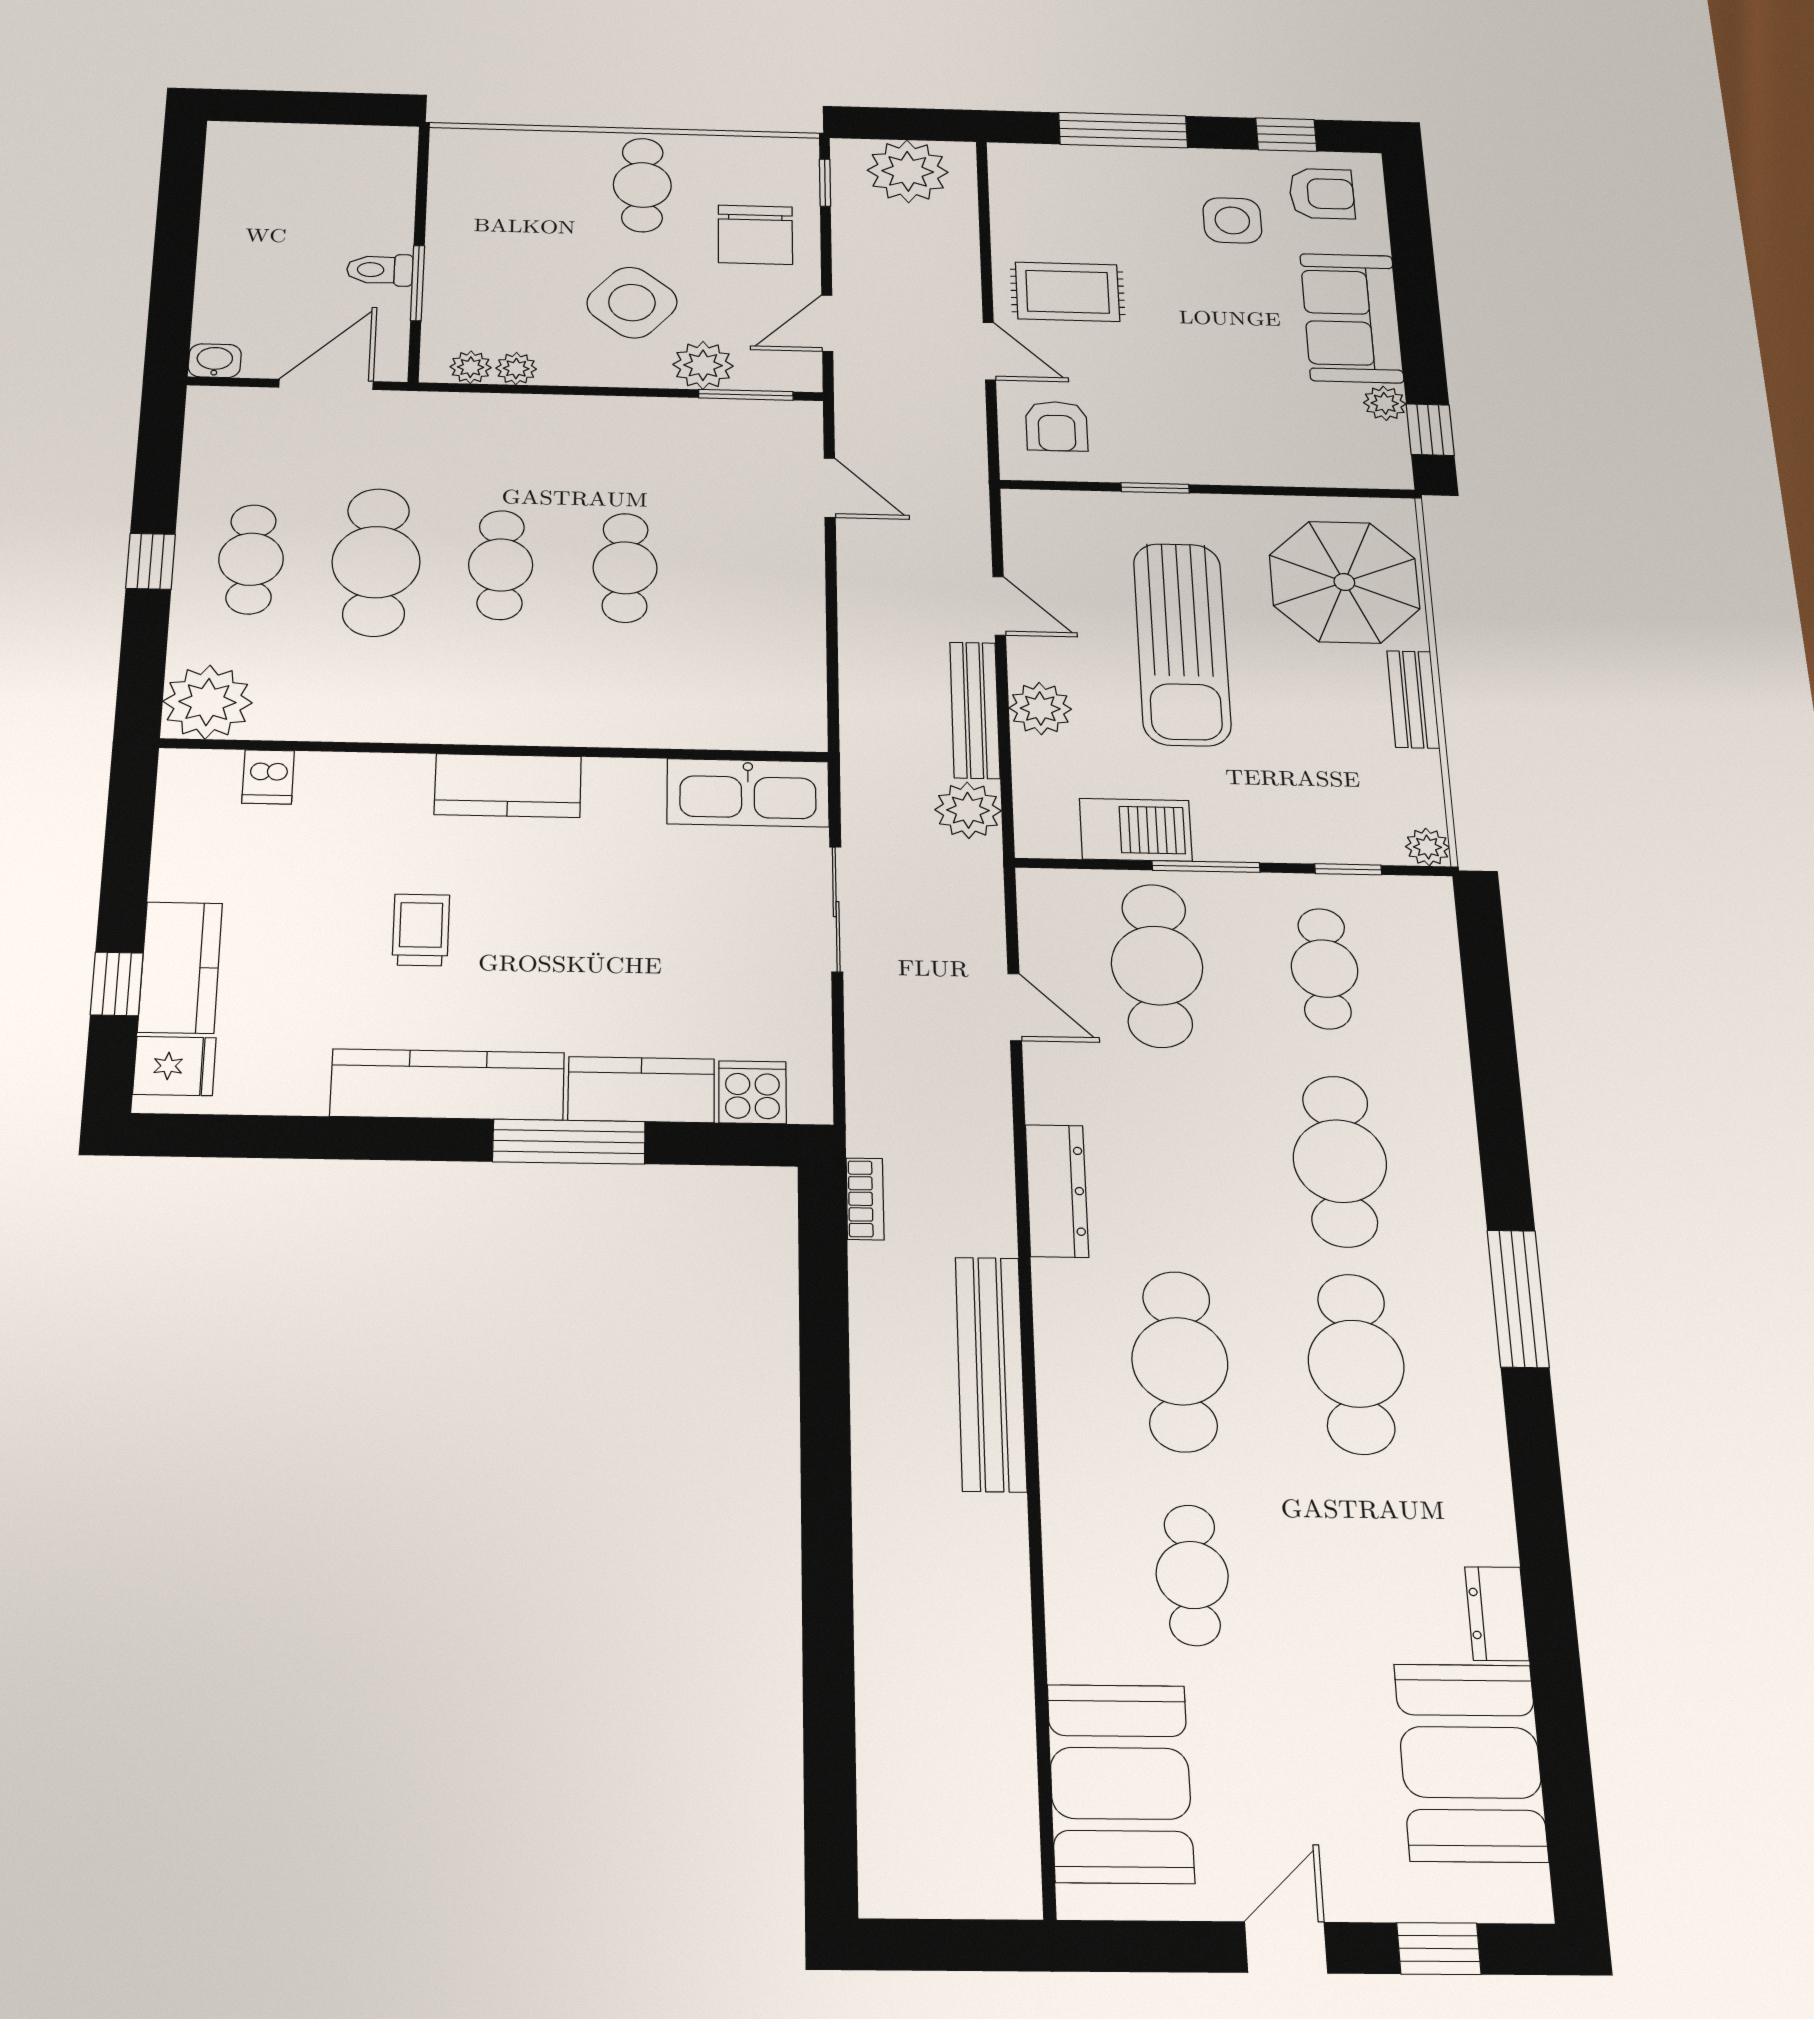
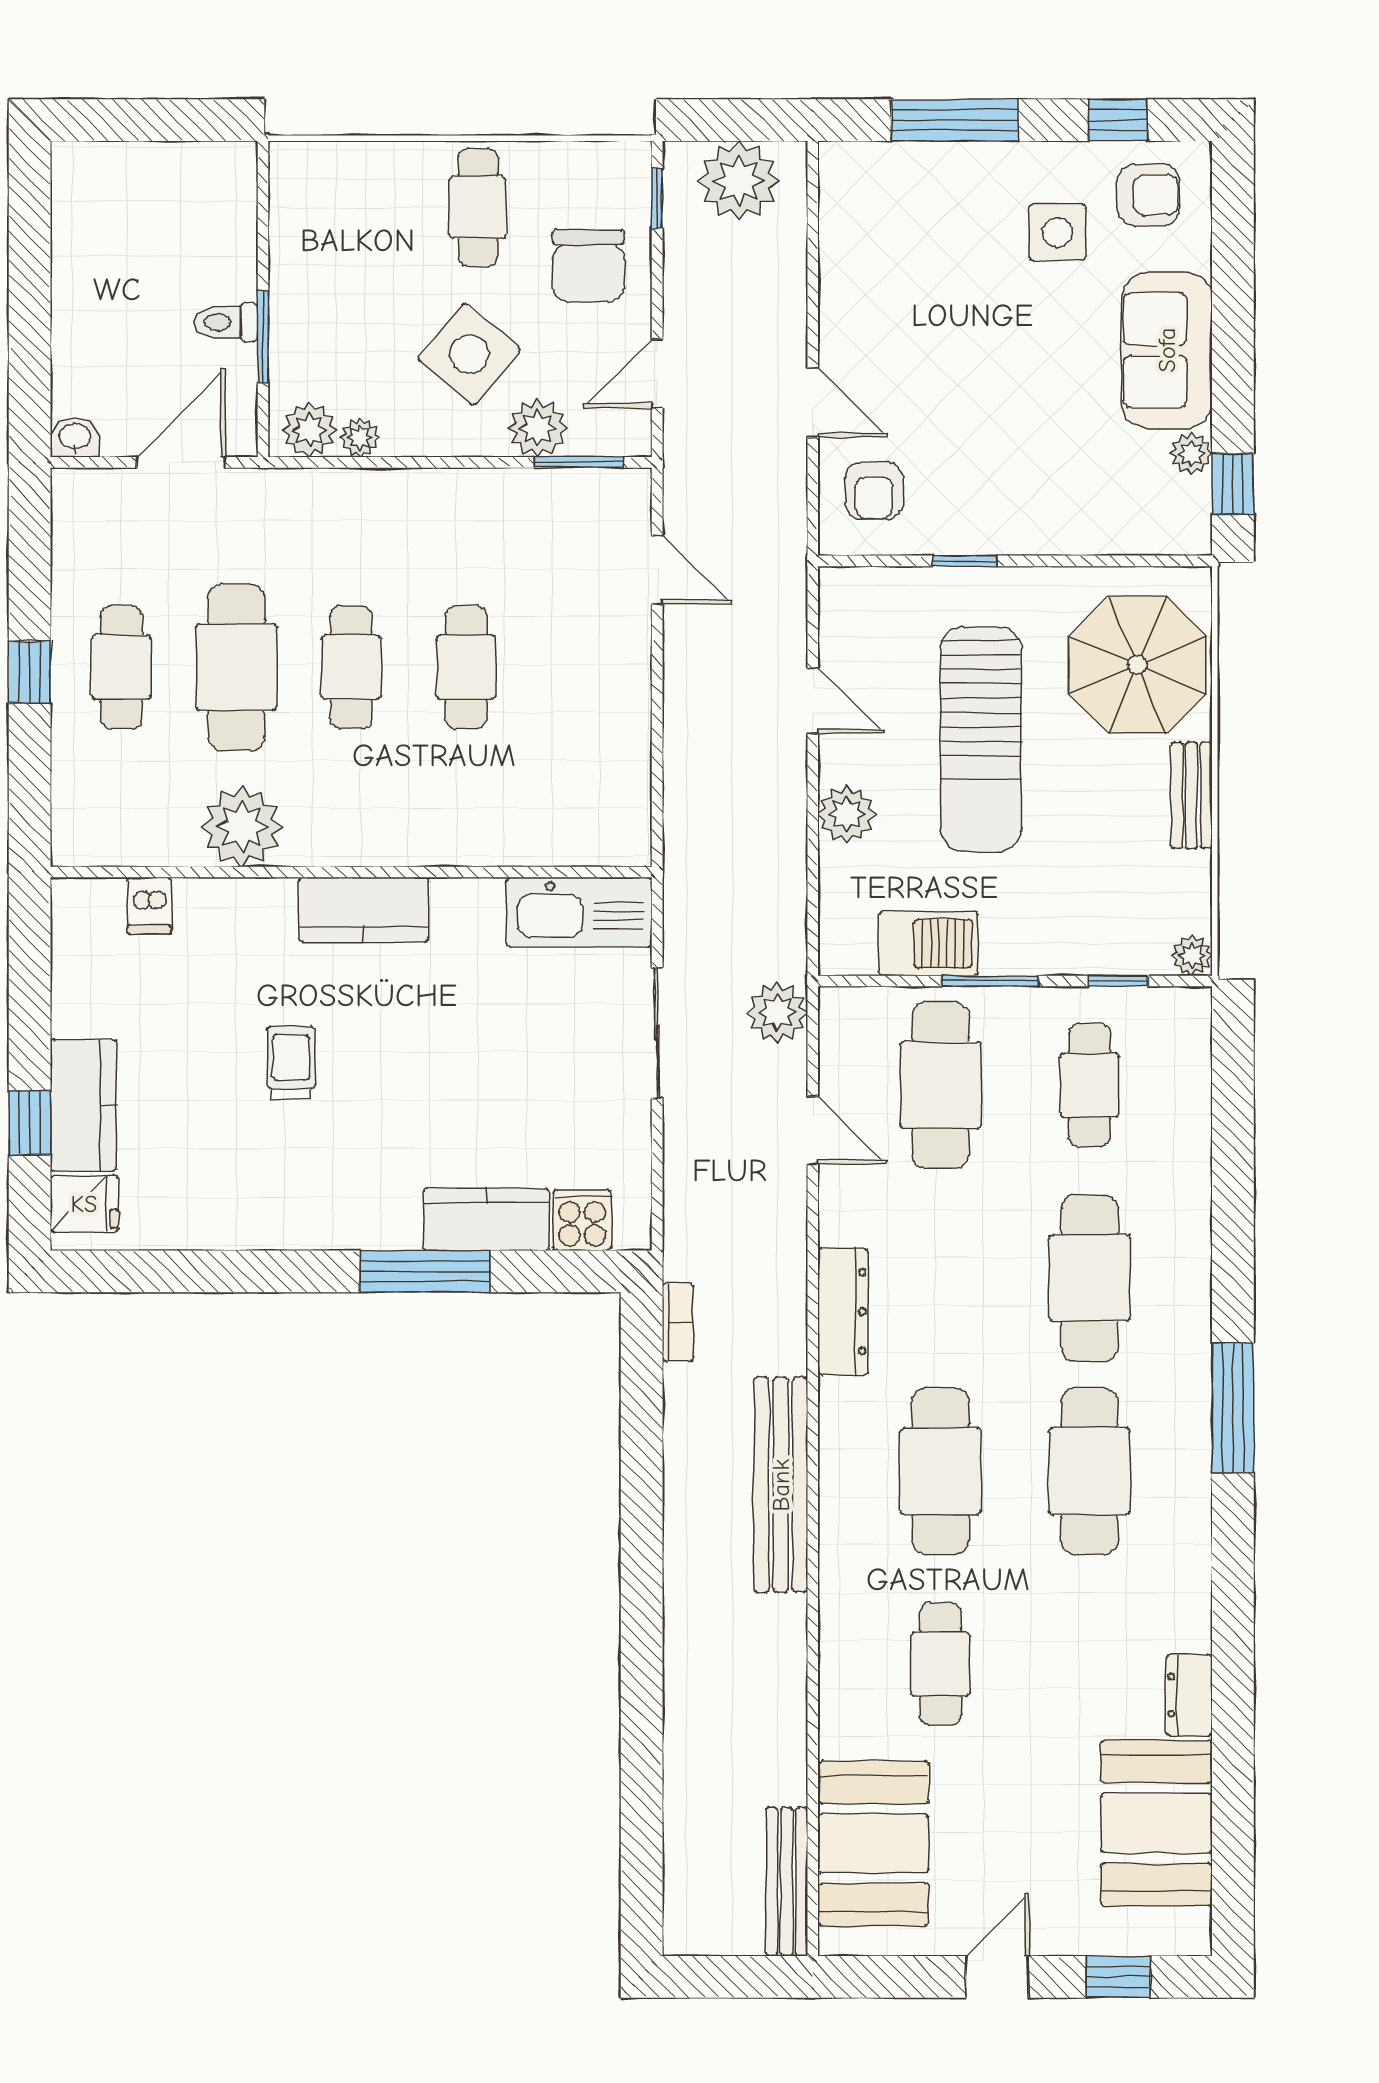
rug: (1067, 292) -> (891, 327), removed
plant: (471, 367) -> (309, 430), width x1.38, depth x1.38
plant: (207, 702) -> (242, 827), moved
bench: (975, 710) -> (787, 1882), moved
plant: (968, 810) -> (777, 1012), moved
kitchen counter: (447, 1084) -> (319, 1217), removed

